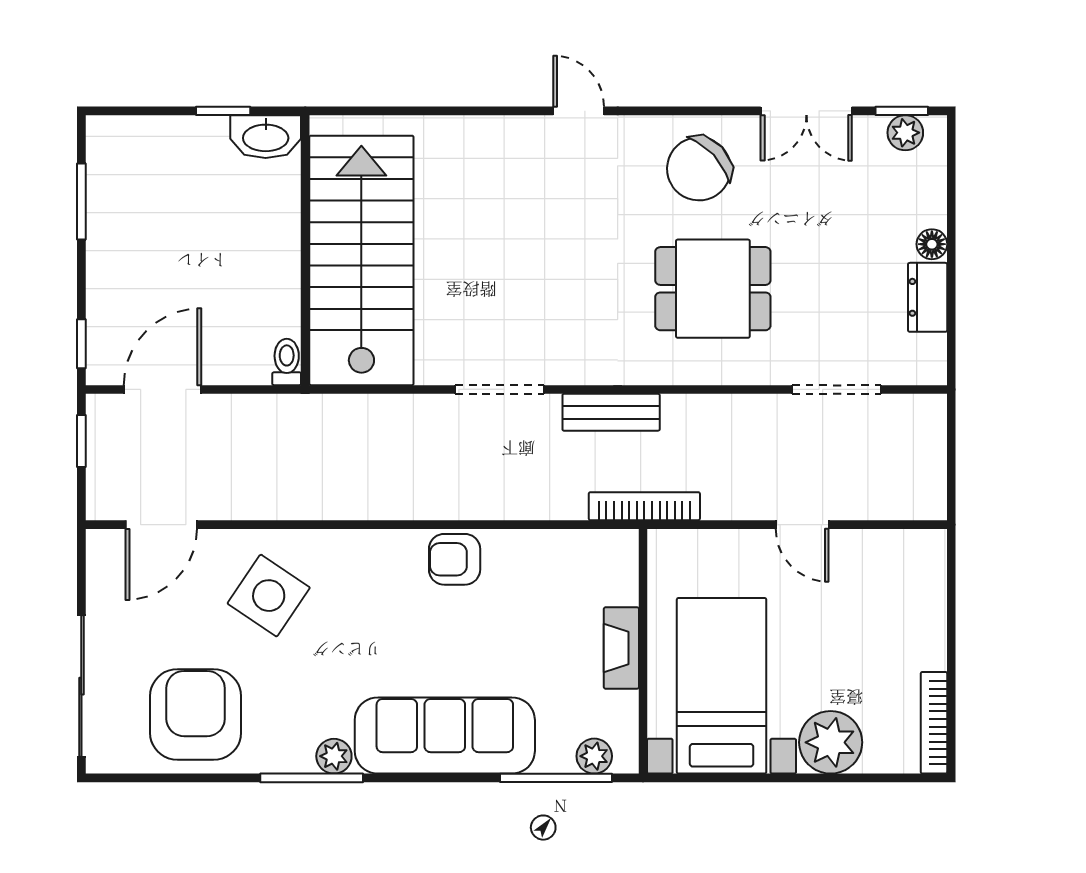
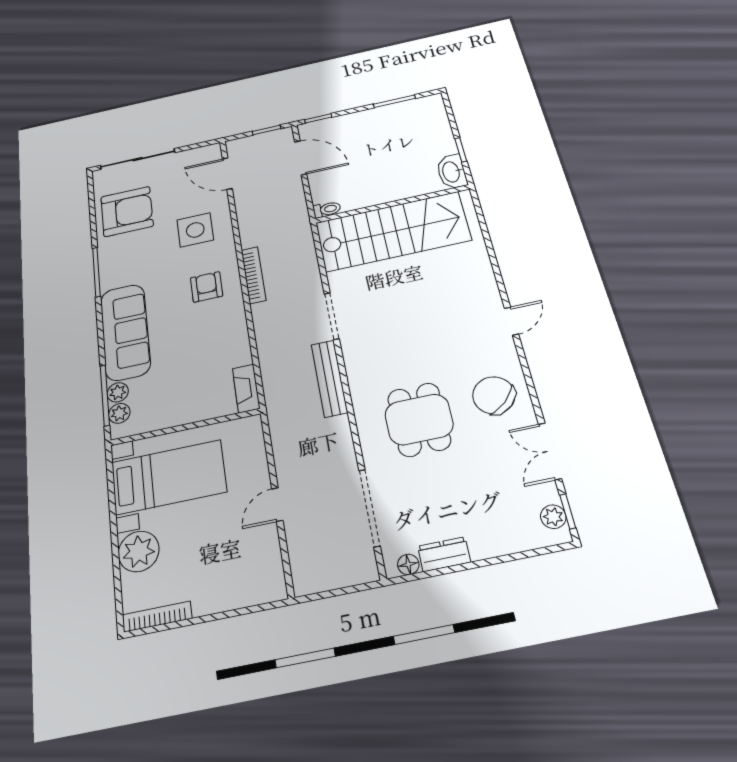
floor lamp: (932, 244) -> (408, 564), moved
doorway: (836, 389) -> (369, 508), width x1.36
bench: (611, 412) -> (329, 378), width x1.36
bookcase: (644, 506) -> (254, 275), moved
armchair: (455, 559) -> (207, 287), moved
side table: (269, 596) -> (195, 230), turned -34
fireplace: (621, 648) -> (246, 388), moved, turned -90
plant: (334, 756) -> (118, 392), moved

